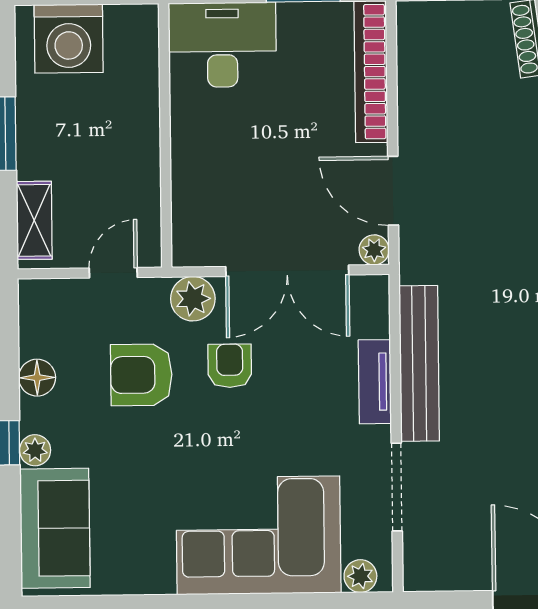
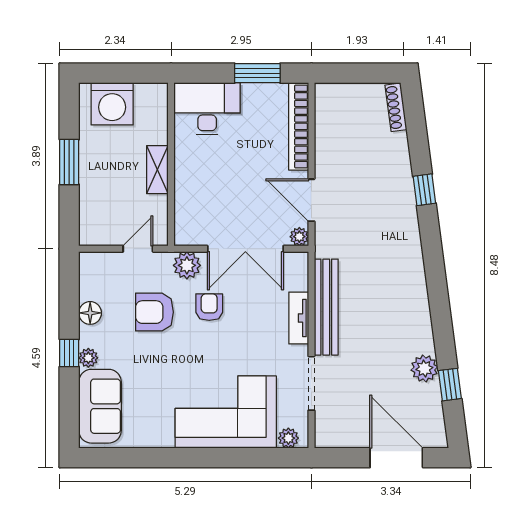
shelving: (34, 220) -> (157, 170), moved

